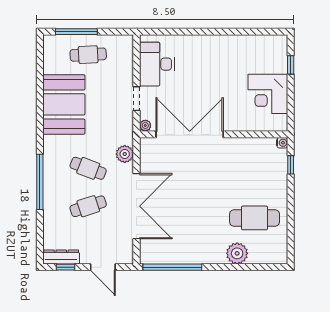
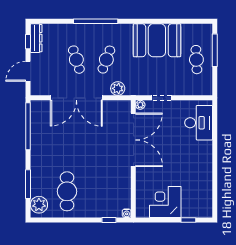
desk: (157, 64) -> (199, 123), moved, turned 90
plant: (237, 253) -> (39, 205), moved
window: (245, 267) -> (28, 184), added

